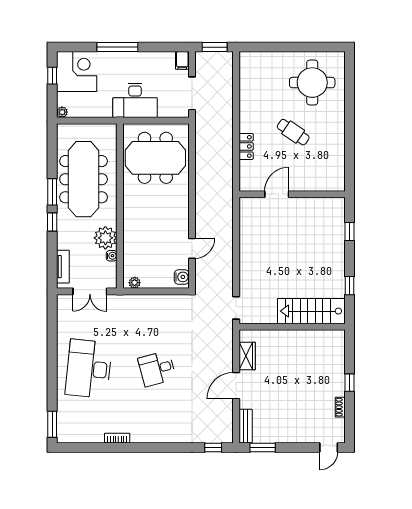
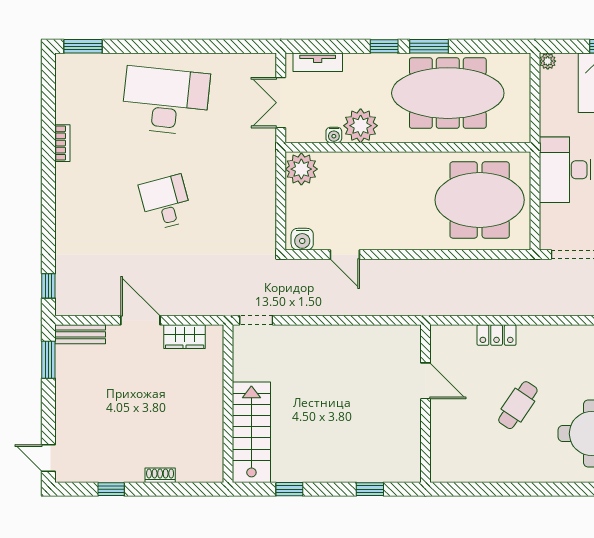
meeting table: (155, 158) -> (480, 200), turned 90
plant: (135, 283) -> (301, 169), width x1.88, depth x1.88
window: (350, 383) -> (111, 489), moved
shoe rack: (340, 407) -> (160, 475), moved

